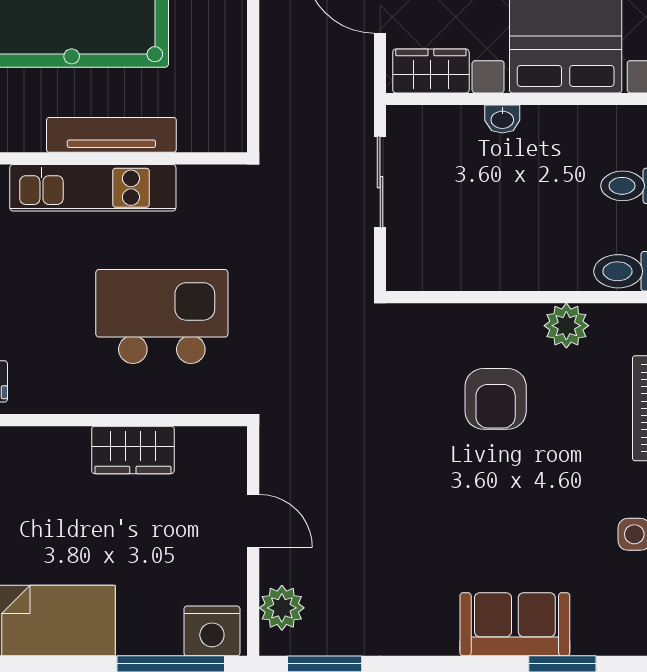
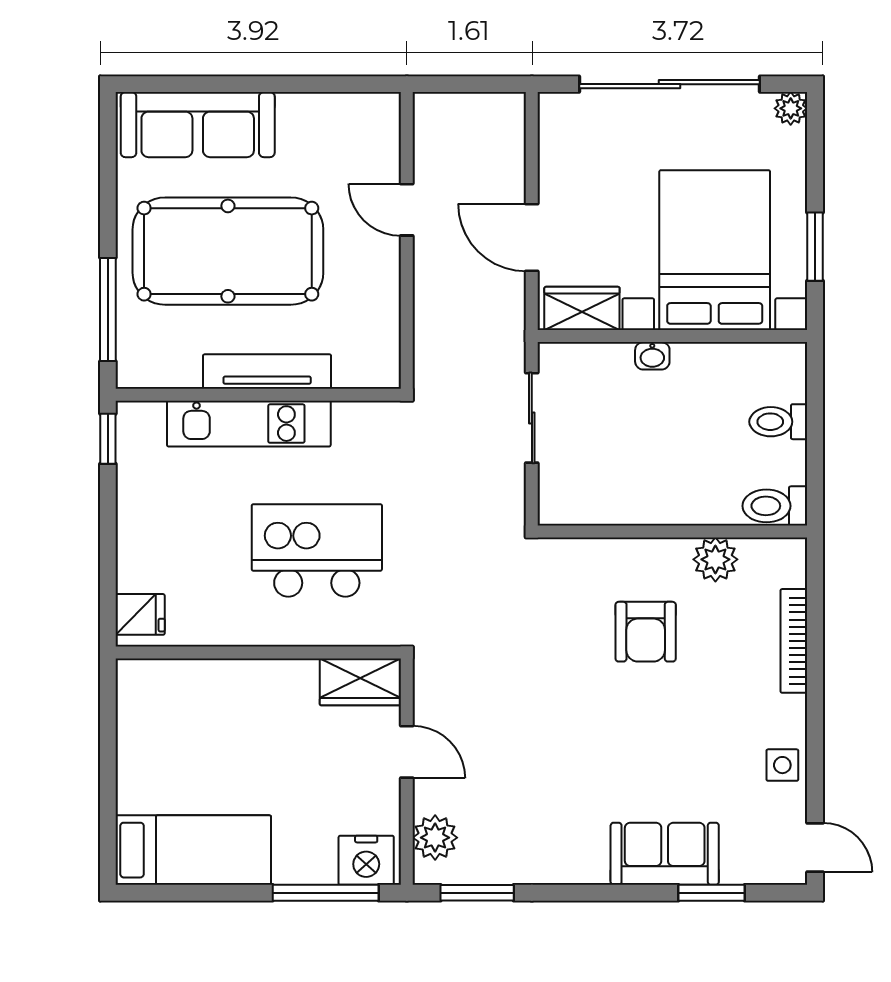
wardrobe: (133, 450) -> (360, 682), moved

